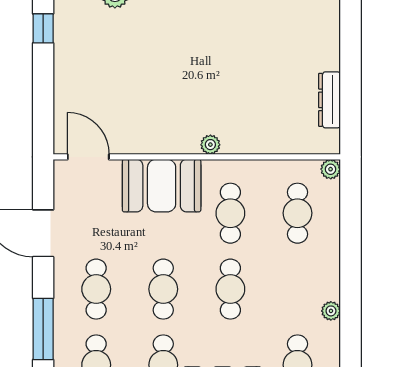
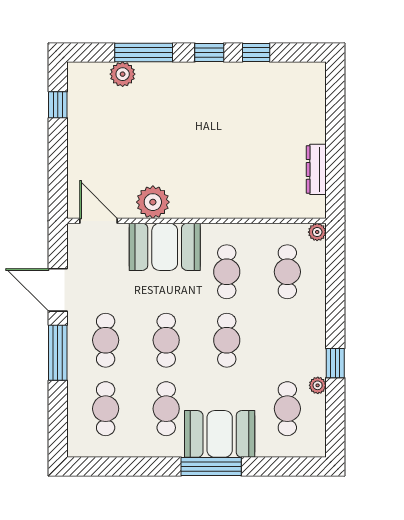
plant: (210, 145) -> (153, 202), moved, width x1.87, depth x1.87
plant: (331, 311) -> (318, 385), moved
window: (351, 314) -> (335, 363), added
window: (43, 329) -> (58, 353), moved

